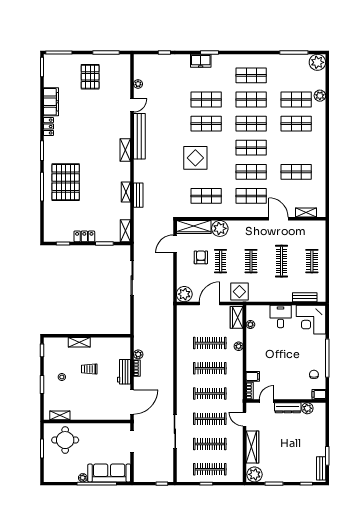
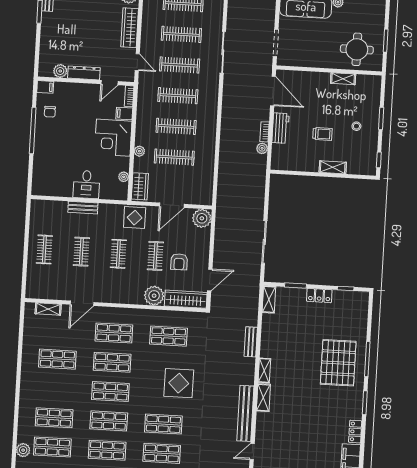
shelving: (126, 192) -> (264, 370), moved
door: (278, 219) -> (82, 303), hinge flipped
clothes rail: (281, 261) -> (81, 252), width x0.73
bench: (305, 297) -> (83, 208), moved
corner desk: (311, 320) -> (113, 138), moved, turned 180
door: (132, 402) -> (273, 91), swing flipped
shelving: (60, 415) -> (343, 79), moved

